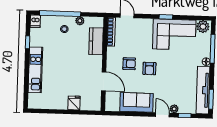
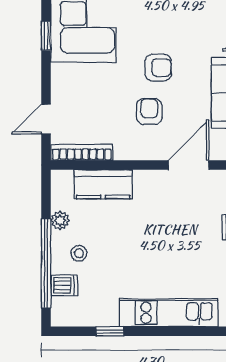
dishwasher: (35, 21) -> (64, 285), moved

